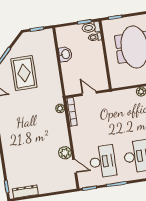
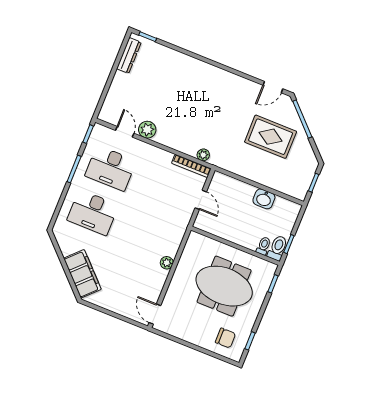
door: (89, 93) -> (201, 200), hinge flipped
door: (75, 166) -> (125, 132), swing flipped

